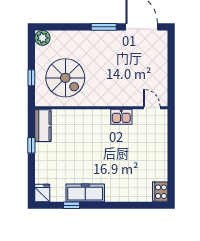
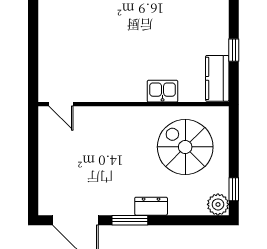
dresser: (89, 37) -> (151, 206), added
window: (31, 78) -> (234, 189), moved
kitchen sink: (121, 117) -> (163, 91), moved

